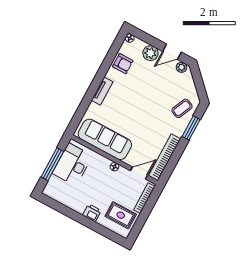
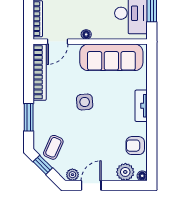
plant: (150, 53) -> (125, 172), moved
window: (200, 87) -> (43, 165), added
coffee table: (182, 108) -> (53, 147), moved
side table: (143, 117) -> (85, 102), added

